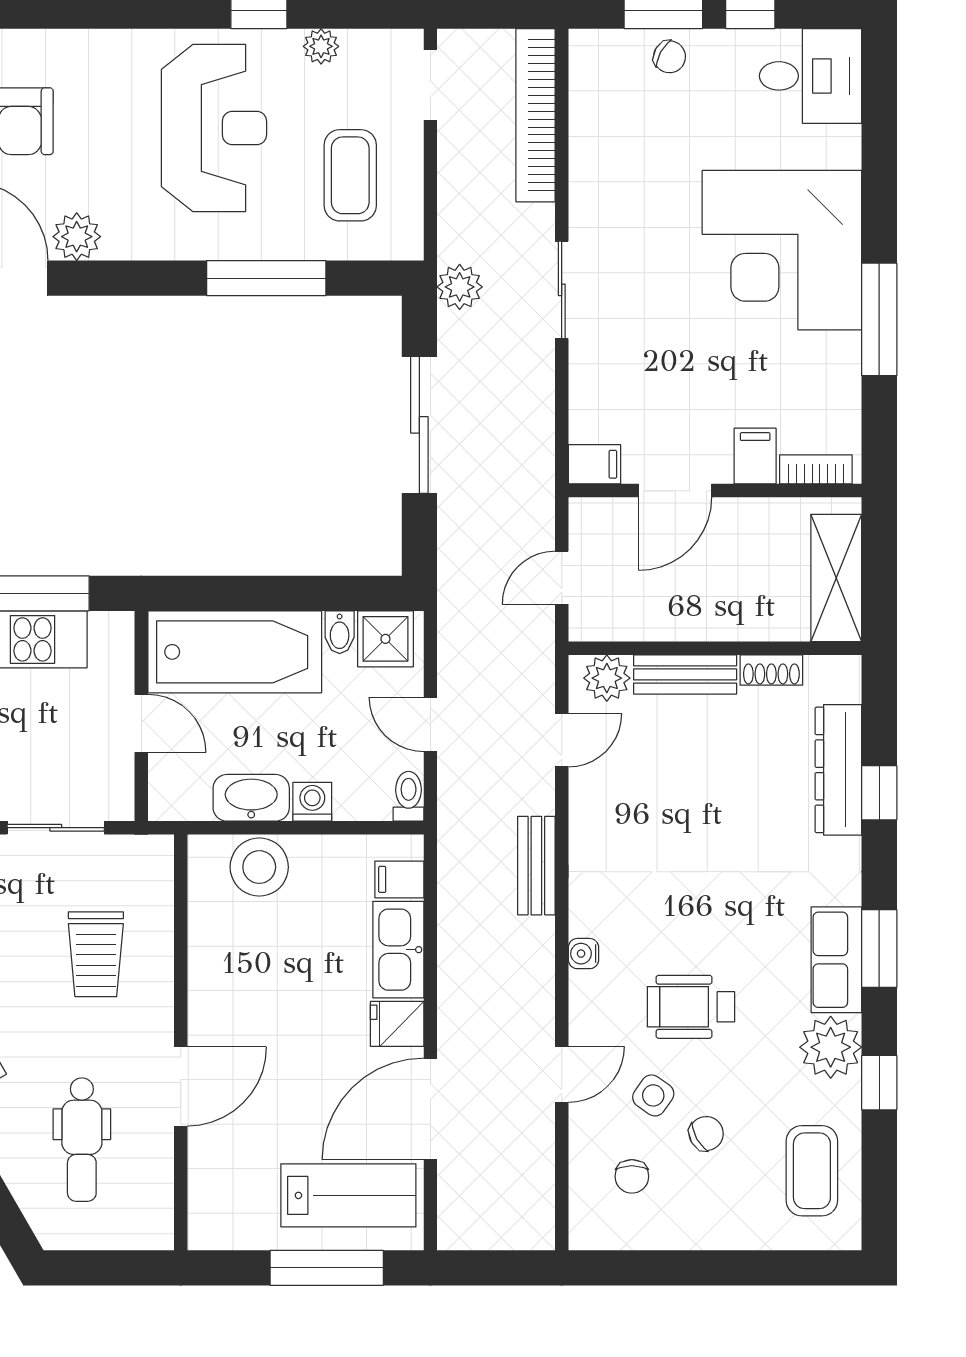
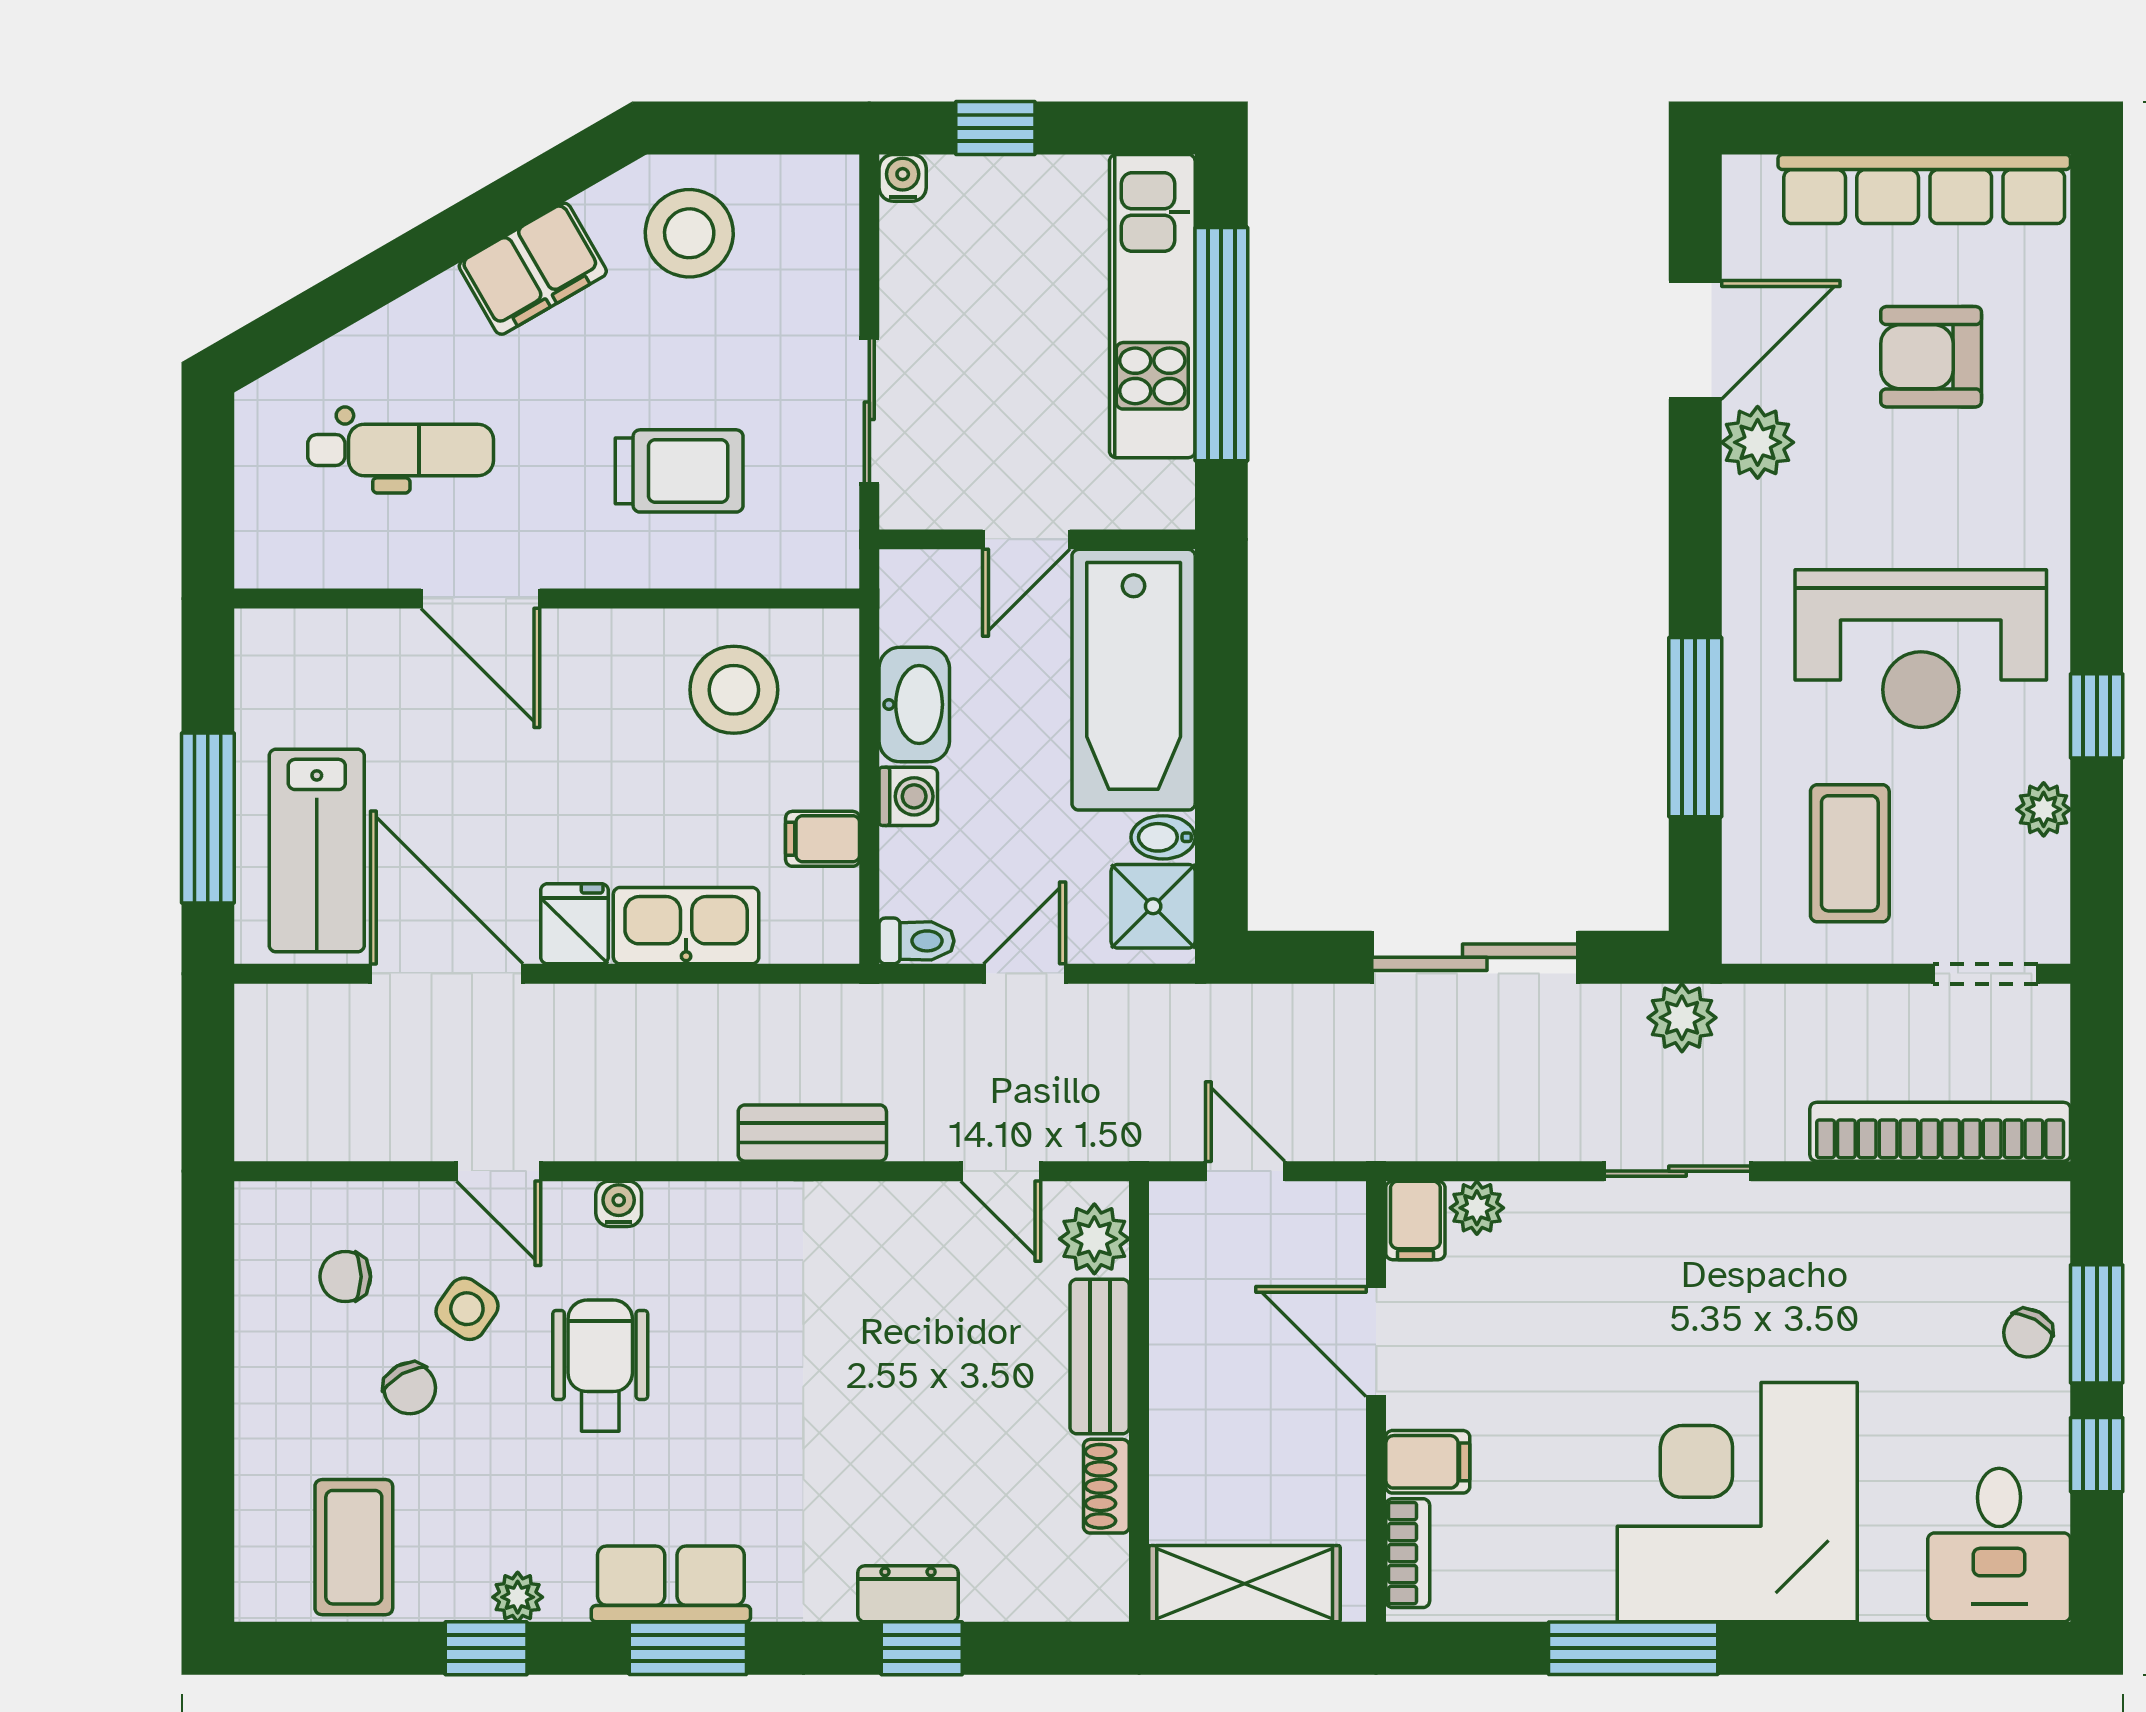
coffee table: (350, 175) -> (1850, 853), turned 90
plant: (586, 423) -> (1477, 1208), added
dresser: (838, 770) -> (908, 1594), width x0.51, depth x0.80
stool: (259, 867) -> (734, 690), moved
filing cabinet: (399, 879) -> (823, 839), moved, turned -90
trolley: (96, 954) -> (679, 471), turned 180
water cooler: (583, 954) -> (619, 1204), moved
plant: (831, 1047) -> (518, 1597), width x0.53, depth x0.53
dental chair: (82, 1140) -> (401, 450), turned 180
coffee table: (812, 1171) -> (354, 1547), turned 90

